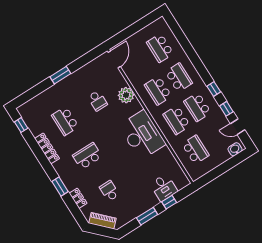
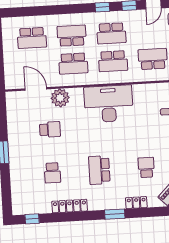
door: (114, 59) -> (36, 89), moved
school desk: (65, 121) -> (52, 173), width x0.54
school desk: (109, 191) -> (146, 167), turned 90

